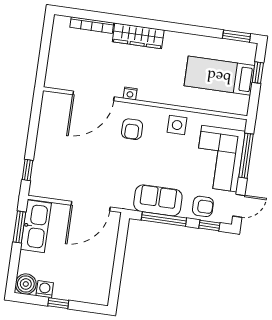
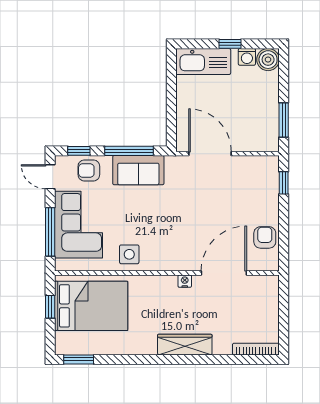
bookcase: (92, 25) -> (256, 349), moved
window: (258, 73) -> (50, 307), moved
bed: (219, 76) -> (91, 306), width x1.50
armchair: (132, 129) -> (265, 237), moved
door: (91, 206) -> (210, 154), hinge flipped
door: (239, 206) -> (50, 177), hinge flipped
kitchen sink: (36, 226) -> (203, 61), moved, turned -90

